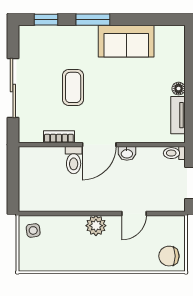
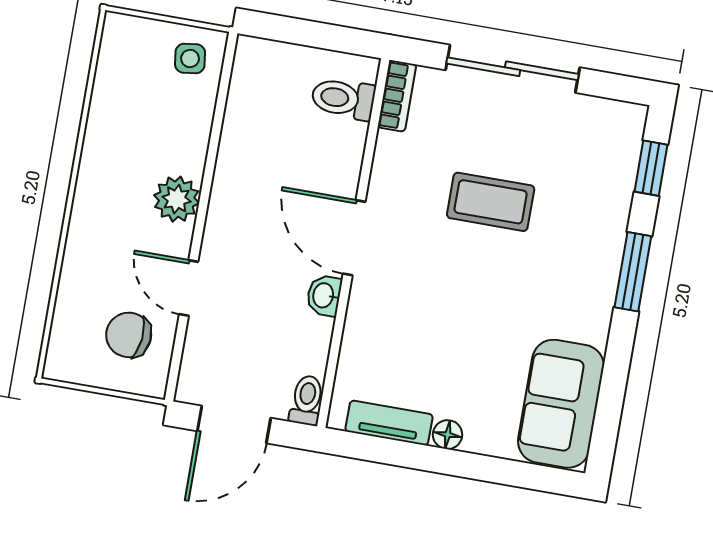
sofa: (126, 41) -> (561, 404), moved
bookcase: (59, 137) -> (397, 96), moved
toilet: (74, 160) -> (343, 99), moved
chair: (169, 256) -> (129, 335), moved, turned -84

